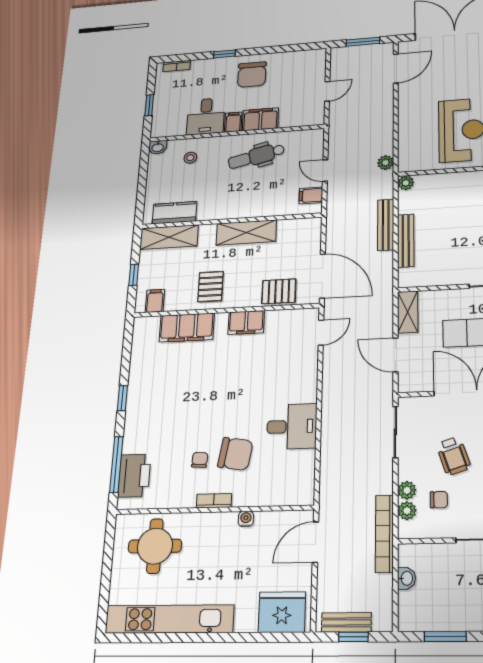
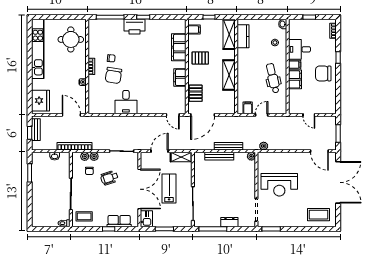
printer: (134, 476) -> (134, 27), moved

